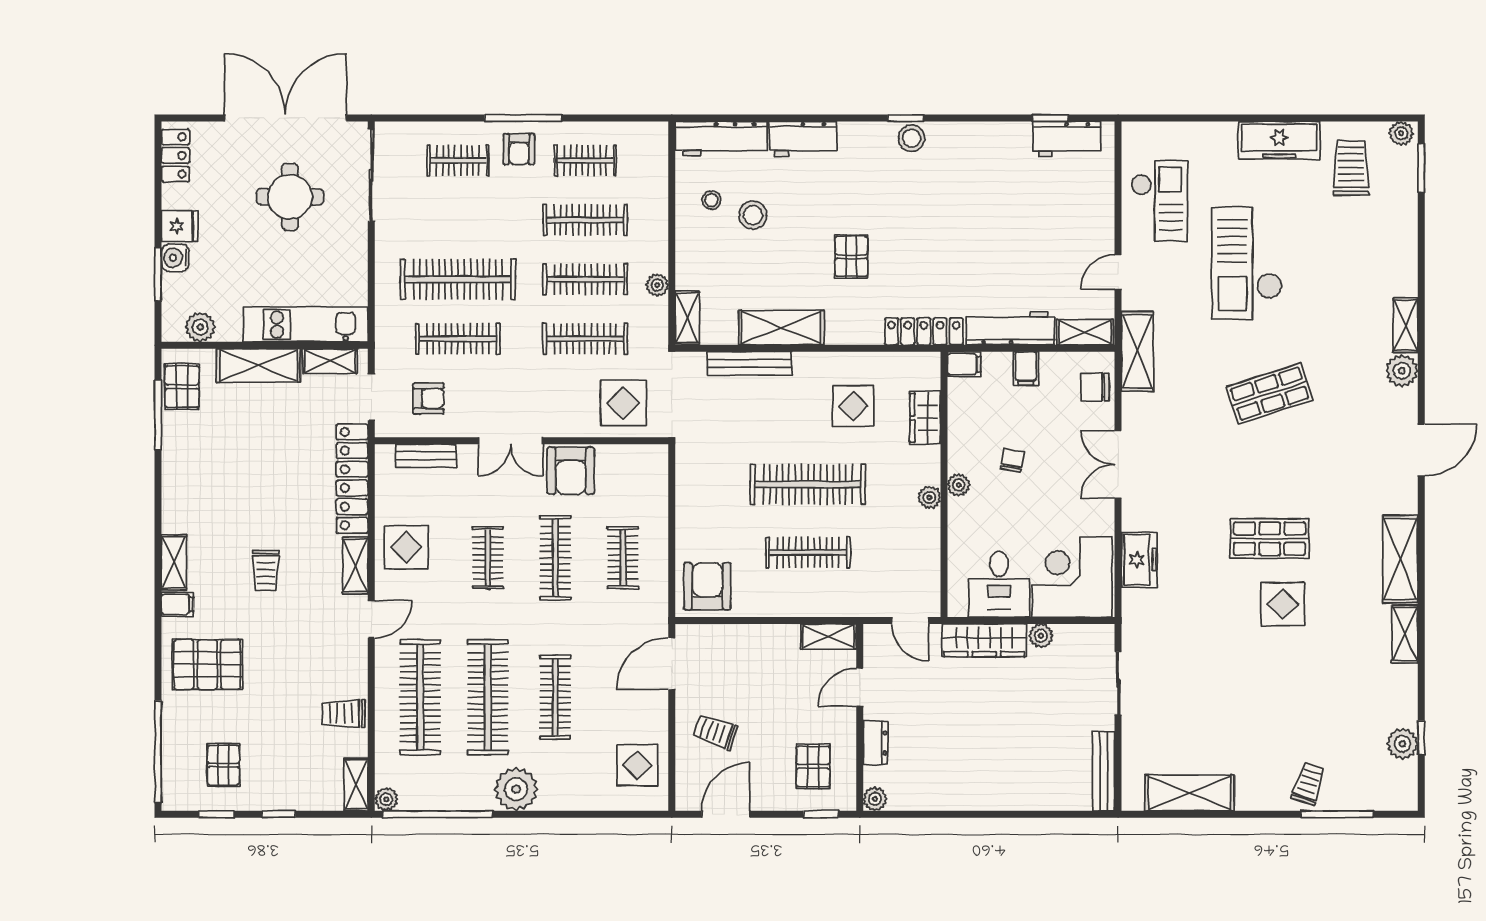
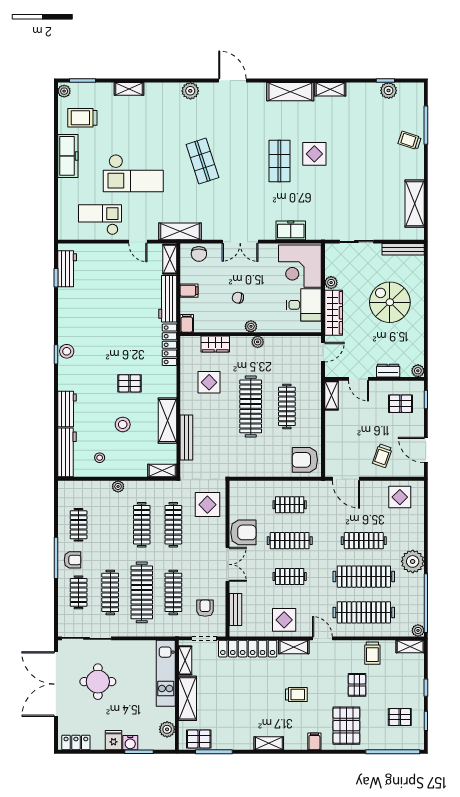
stool: (753, 215) -> (123, 424), moved
clothes rail: (585, 220) -> (110, 592), moved
plant: (657, 285) -> (118, 486), moved
shelving: (1406, 325) -> (129, 89), moved
shelving: (174, 562) -> (269, 743), moved
pallet: (284, 685) -> (357, 685), added
spiral stairs: (1004, 746) -> (390, 302), added

